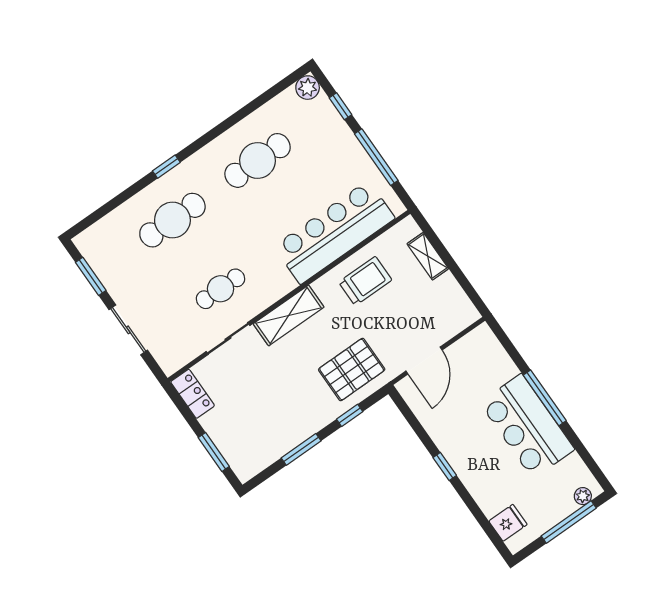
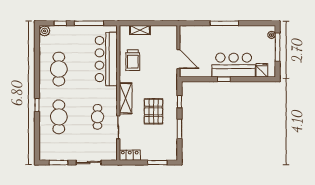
trolley: (365, 281) -> (133, 60), turned 180
pallet: (352, 370) -> (153, 111), moved
bar counter: (527, 426) -> (234, 65), moved, turned 180

